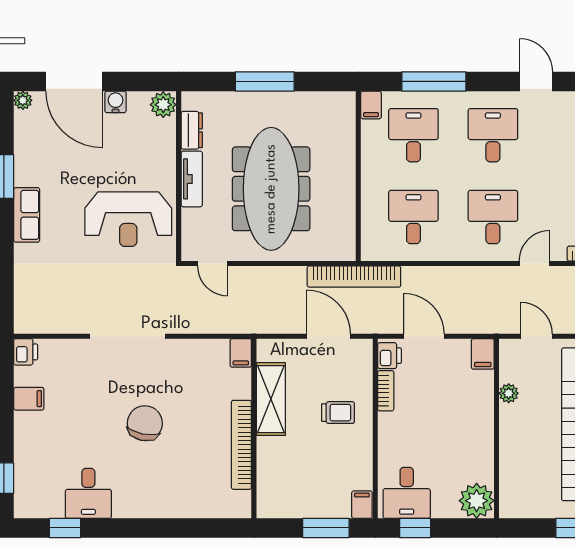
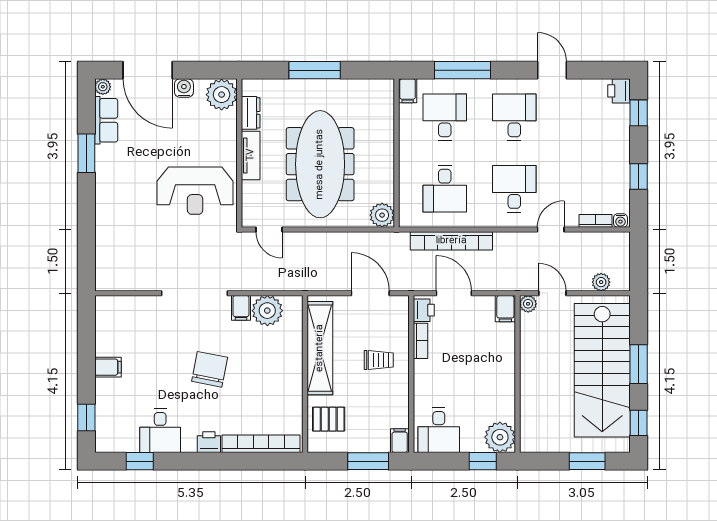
plant: (163, 105) -> (222, 95), width x1.36, depth x1.36
row of seats: (27, 215) -> (106, 120), moved
desk: (413, 217) -> (445, 189), turned 180
plant: (342, 247) -> (382, 215), added
bookcase: (354, 277) -> (451, 241), moved
printer: (26, 352) -> (209, 442), moved, turned -90
filing cabinet: (241, 353) -> (241, 308), moved
plant: (211, 356) -> (267, 311), added
plant: (509, 393) -> (528, 304), moved
filing cabinet: (29, 399) -> (108, 367), moved
shelving: (271, 399) -> (320, 348), width x1.47
bookcase: (241, 445) -> (261, 444), moved, turned 90
pallet: (281, 480) -> (329, 419), added
window: (415, 528) -> (483, 461), moved

